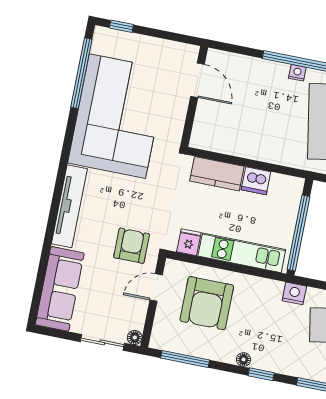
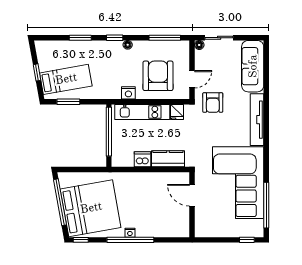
door: (197, 80) -> (192, 195), moved
nightstand: (294, 293) -> (128, 93), moved

